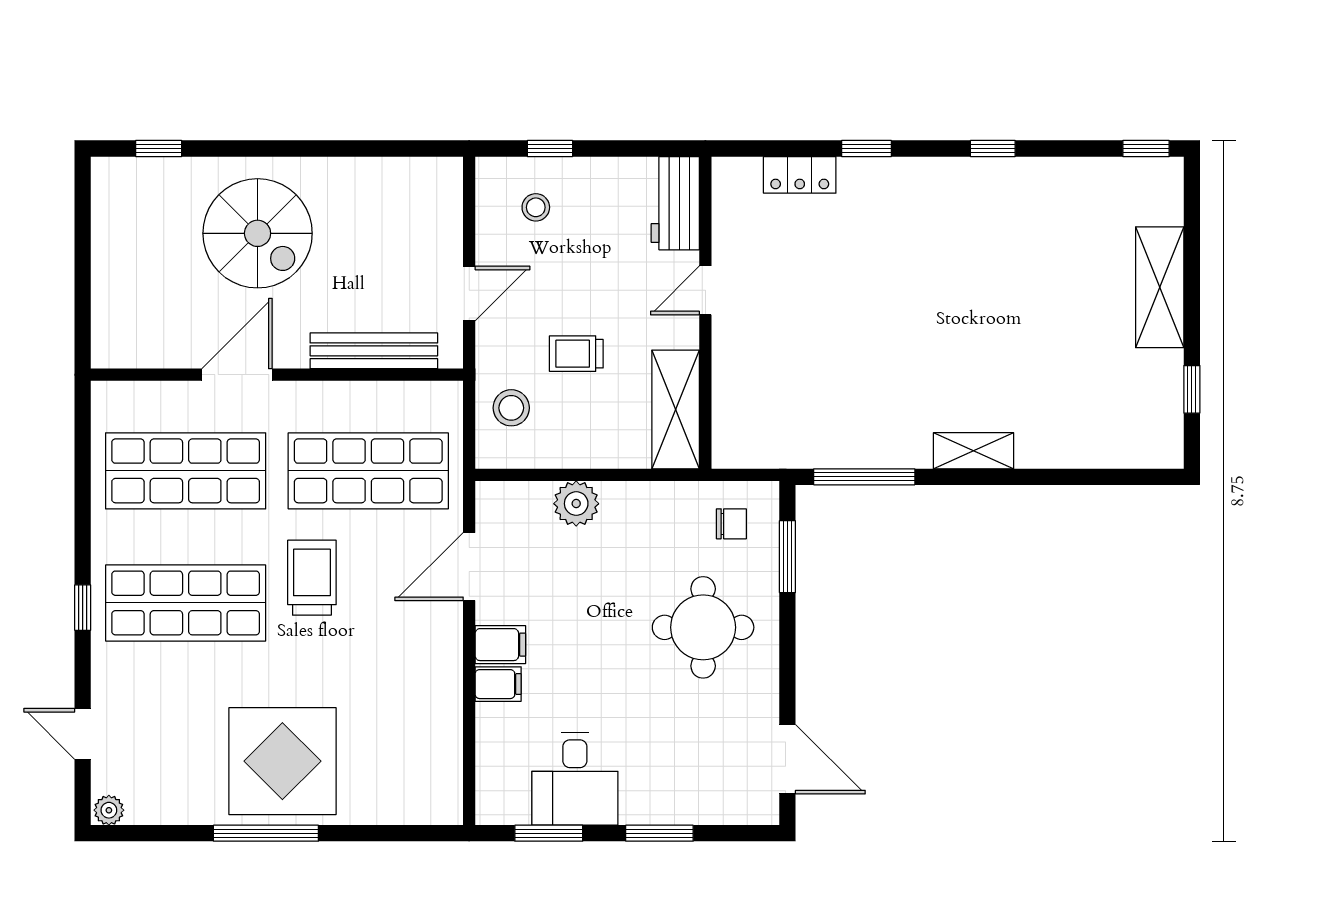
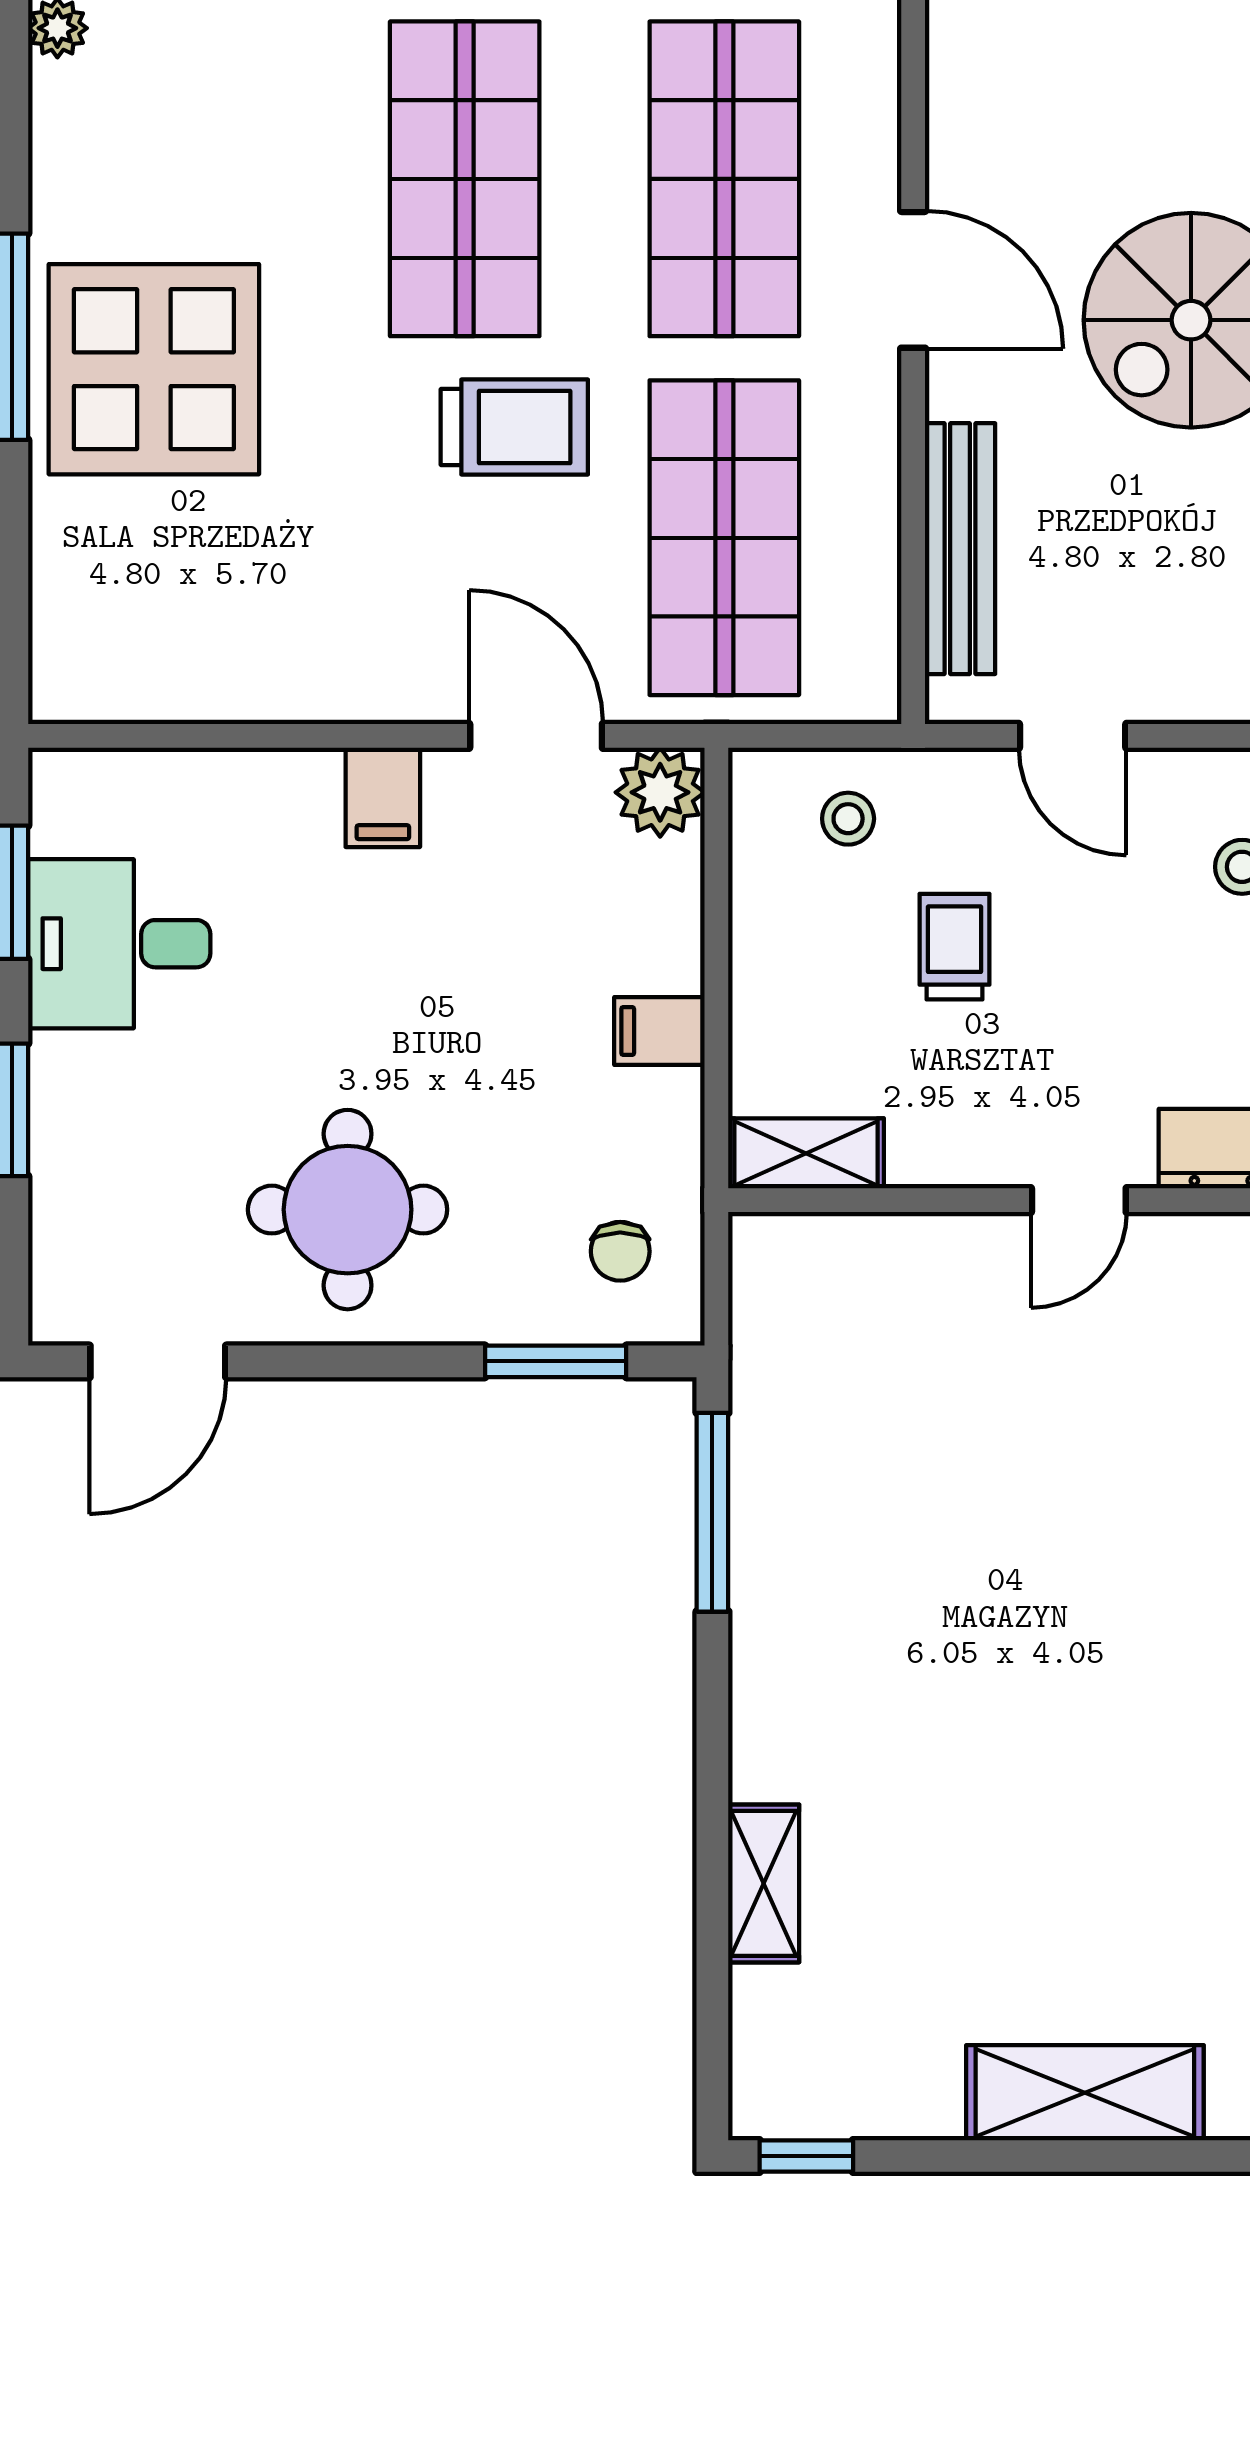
door: (705, 290) -> (1079, 1200), swing flipped
window: (1192, 389) -> (806, 2156), moved
stool: (511, 408) -> (848, 819), width x0.73, depth x0.73
shelving: (676, 409) -> (806, 1153), width x0.67, depth x0.75
shelving: (974, 451) -> (764, 1883), moved
plant: (576, 504) -> (660, 792), moved
round table: (703, 627) -> (348, 1210), moved
filing cabinet: (498, 684) -> (659, 1031), moved, turned 90

